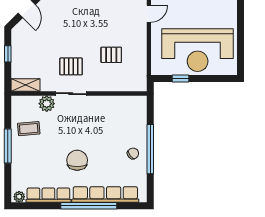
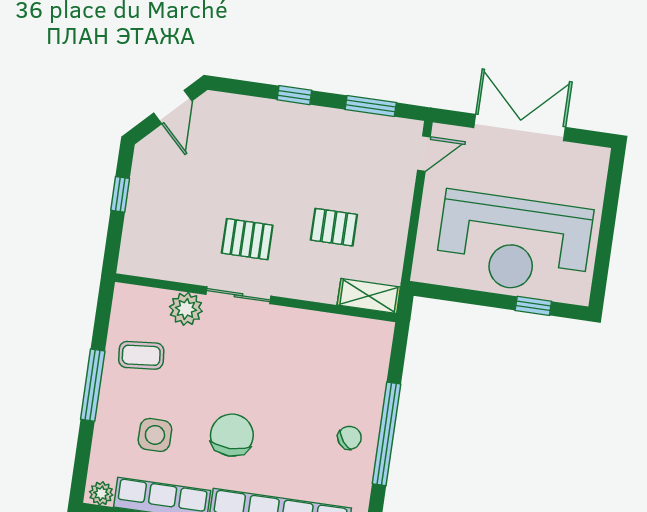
window: (180, 78) -> (533, 306), moved
shelving: (26, 85) -> (369, 296), moved
side table: (41, 165) -> (155, 435), added

